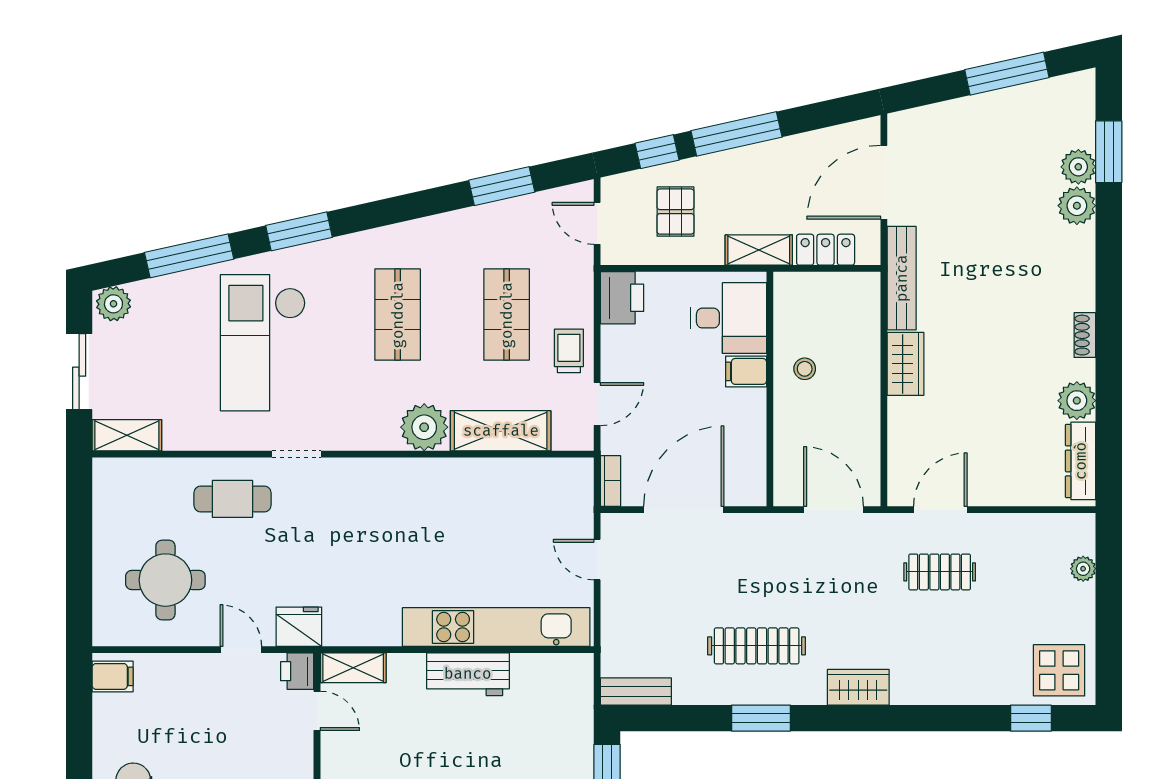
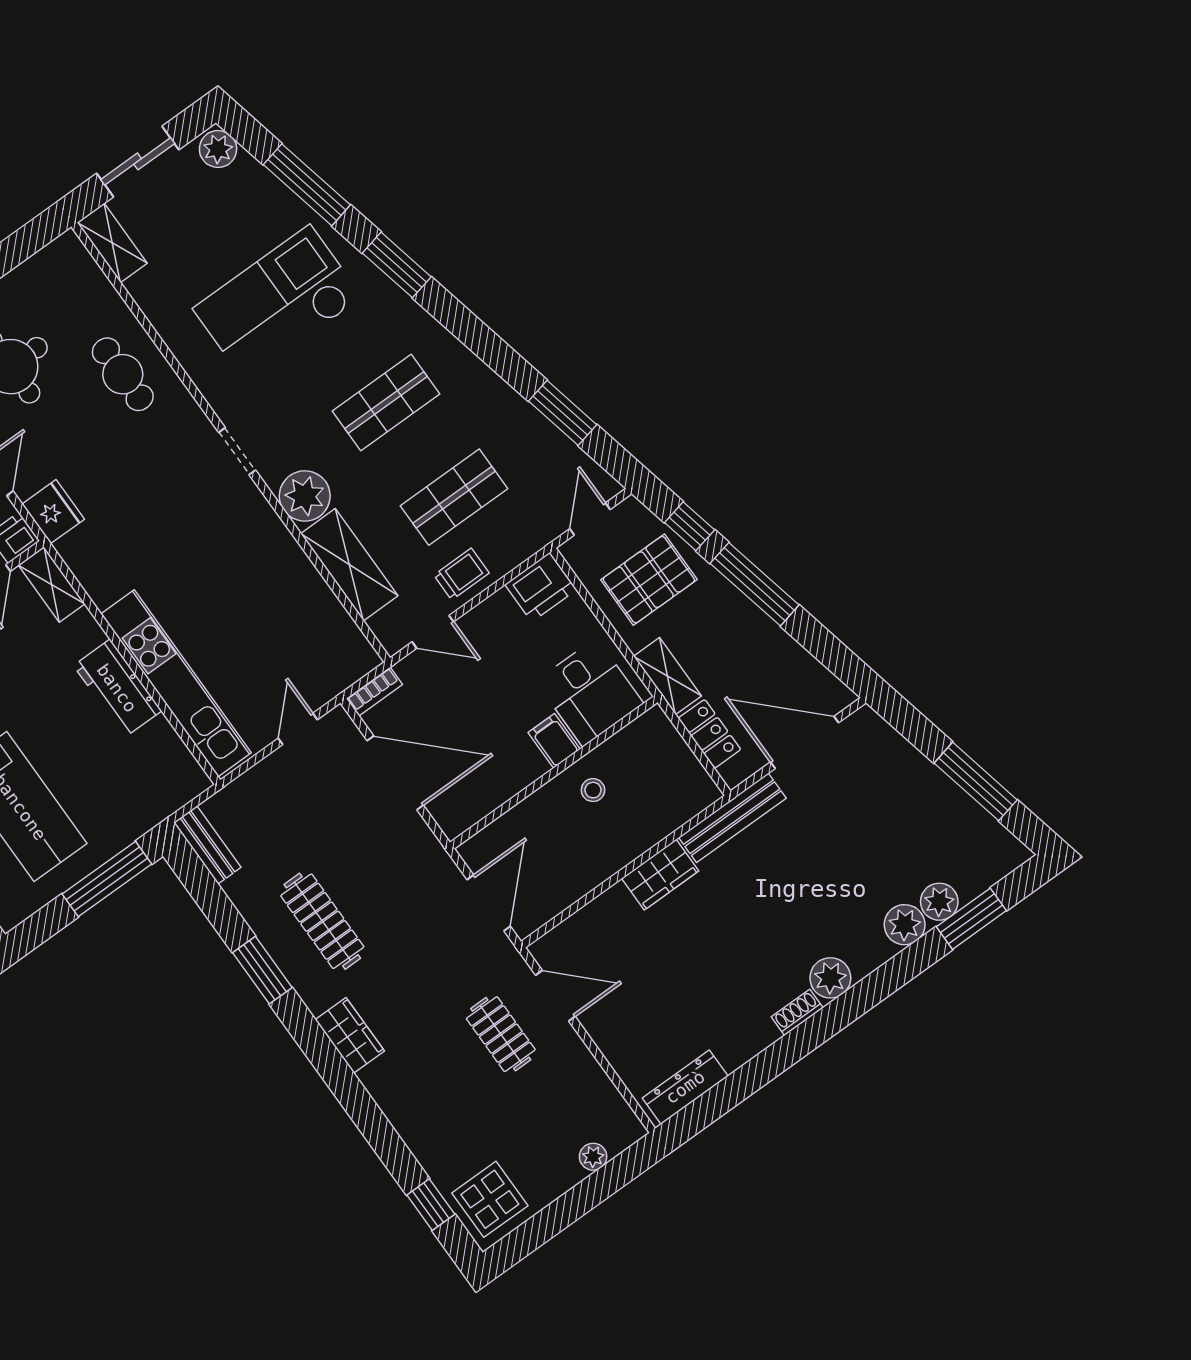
pallet: (675, 212) -> (649, 580), width x1.50, depth x1.42
plant: (1077, 401) -> (830, 978), moved
doorway: (296, 454) -> (237, 451), moved

